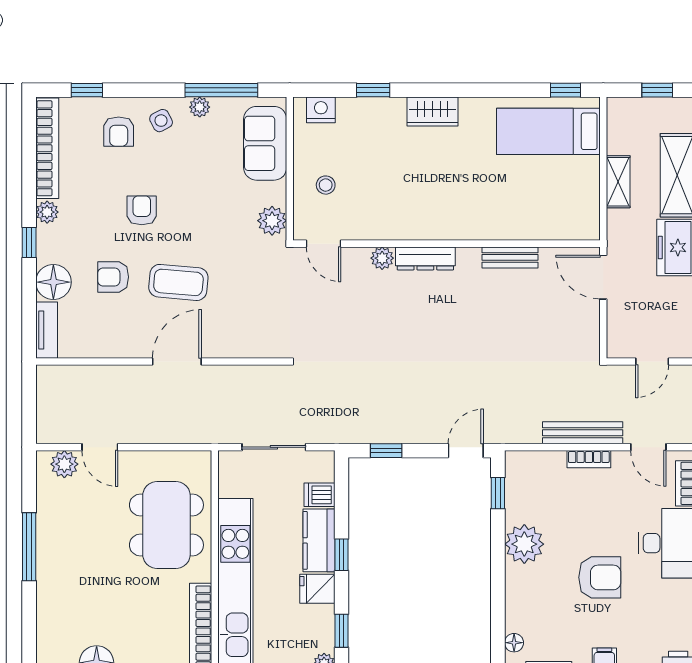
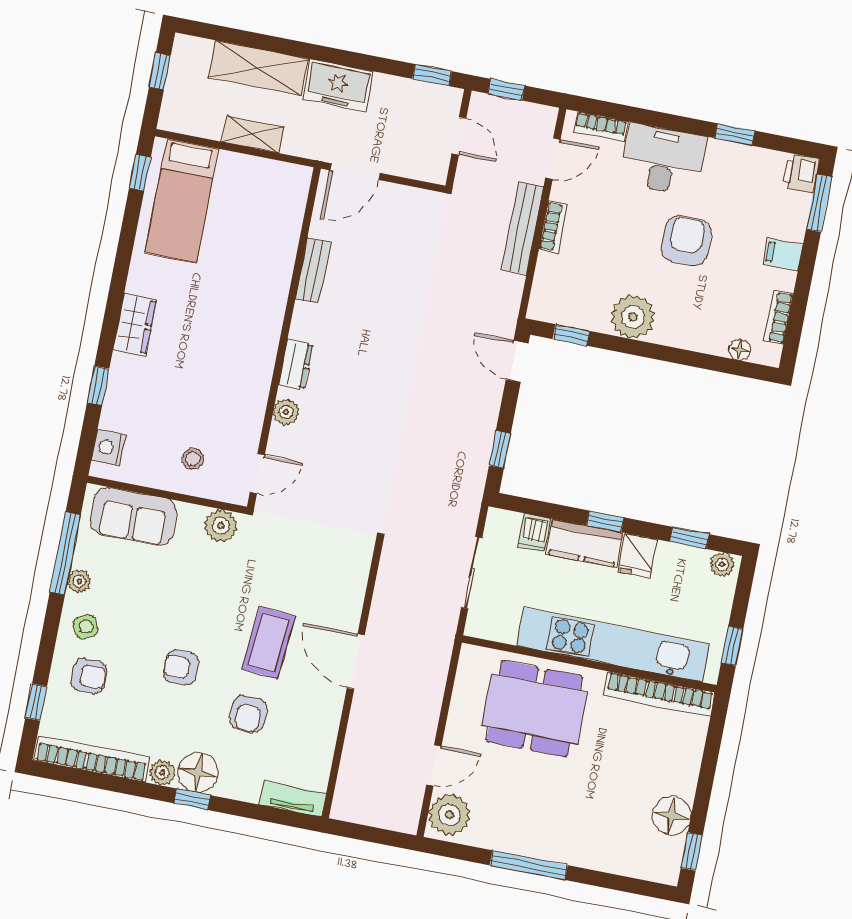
dresser: (425, 258) -> (296, 364), width x0.70
floor lamp: (53, 282) -> (198, 772), moved
plant: (64, 464) -> (449, 815), width x1.36, depth x1.36

